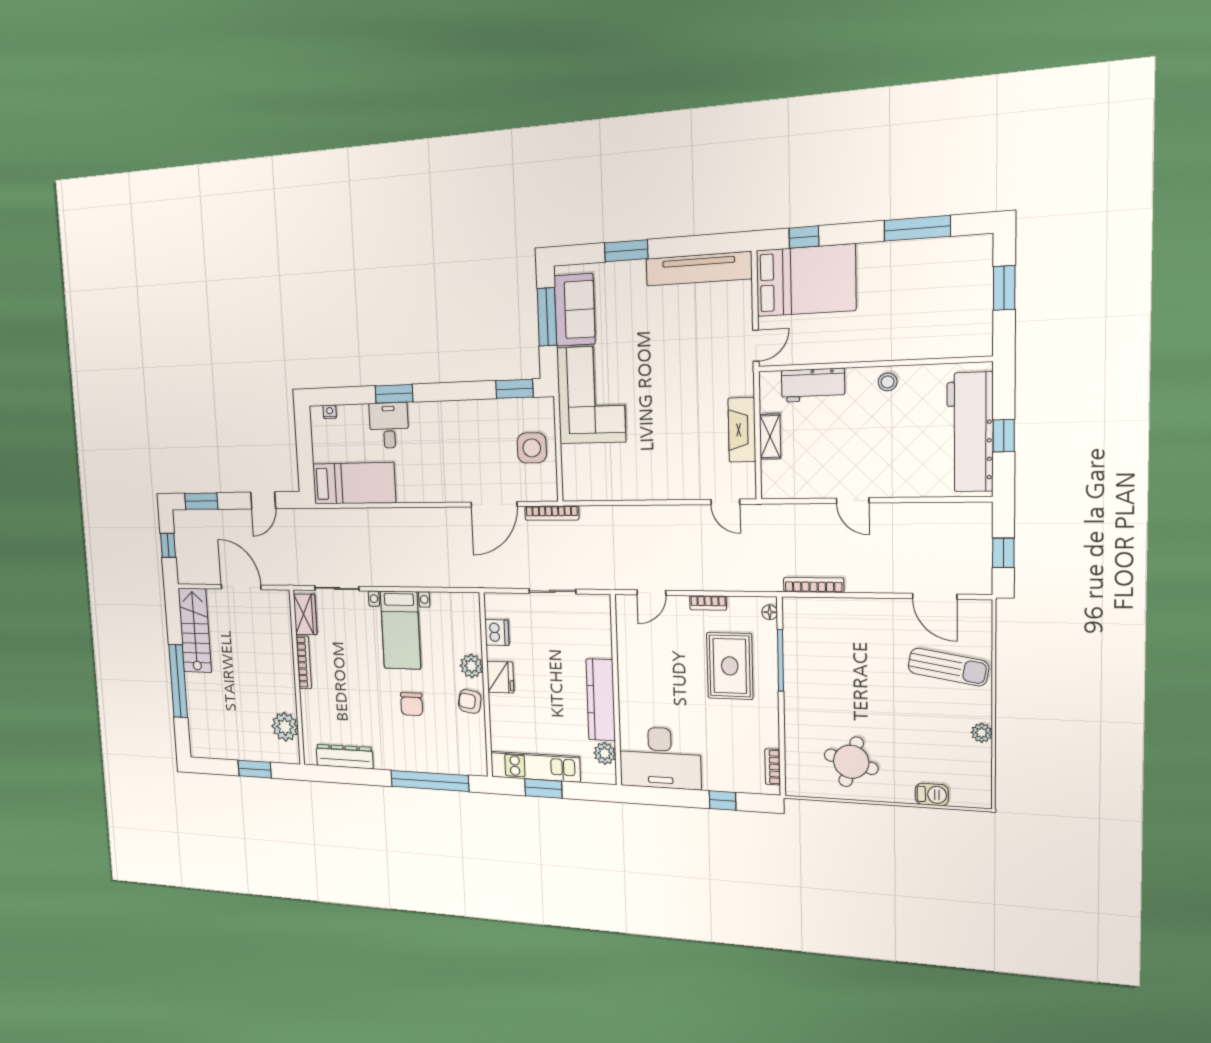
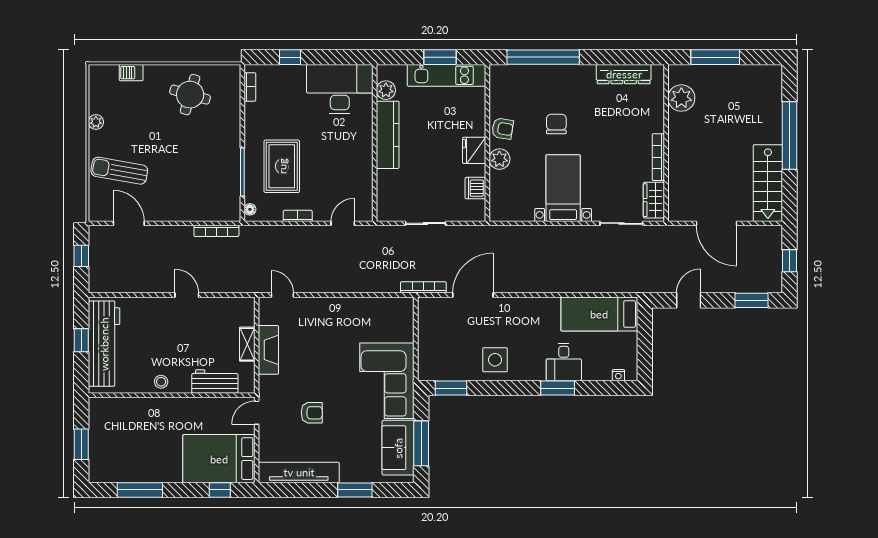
armchair: (684, 349) -> (312, 413), added
side table: (532, 448) -> (495, 360), moved
window: (255, 769) -> (715, 57), width x1.44

